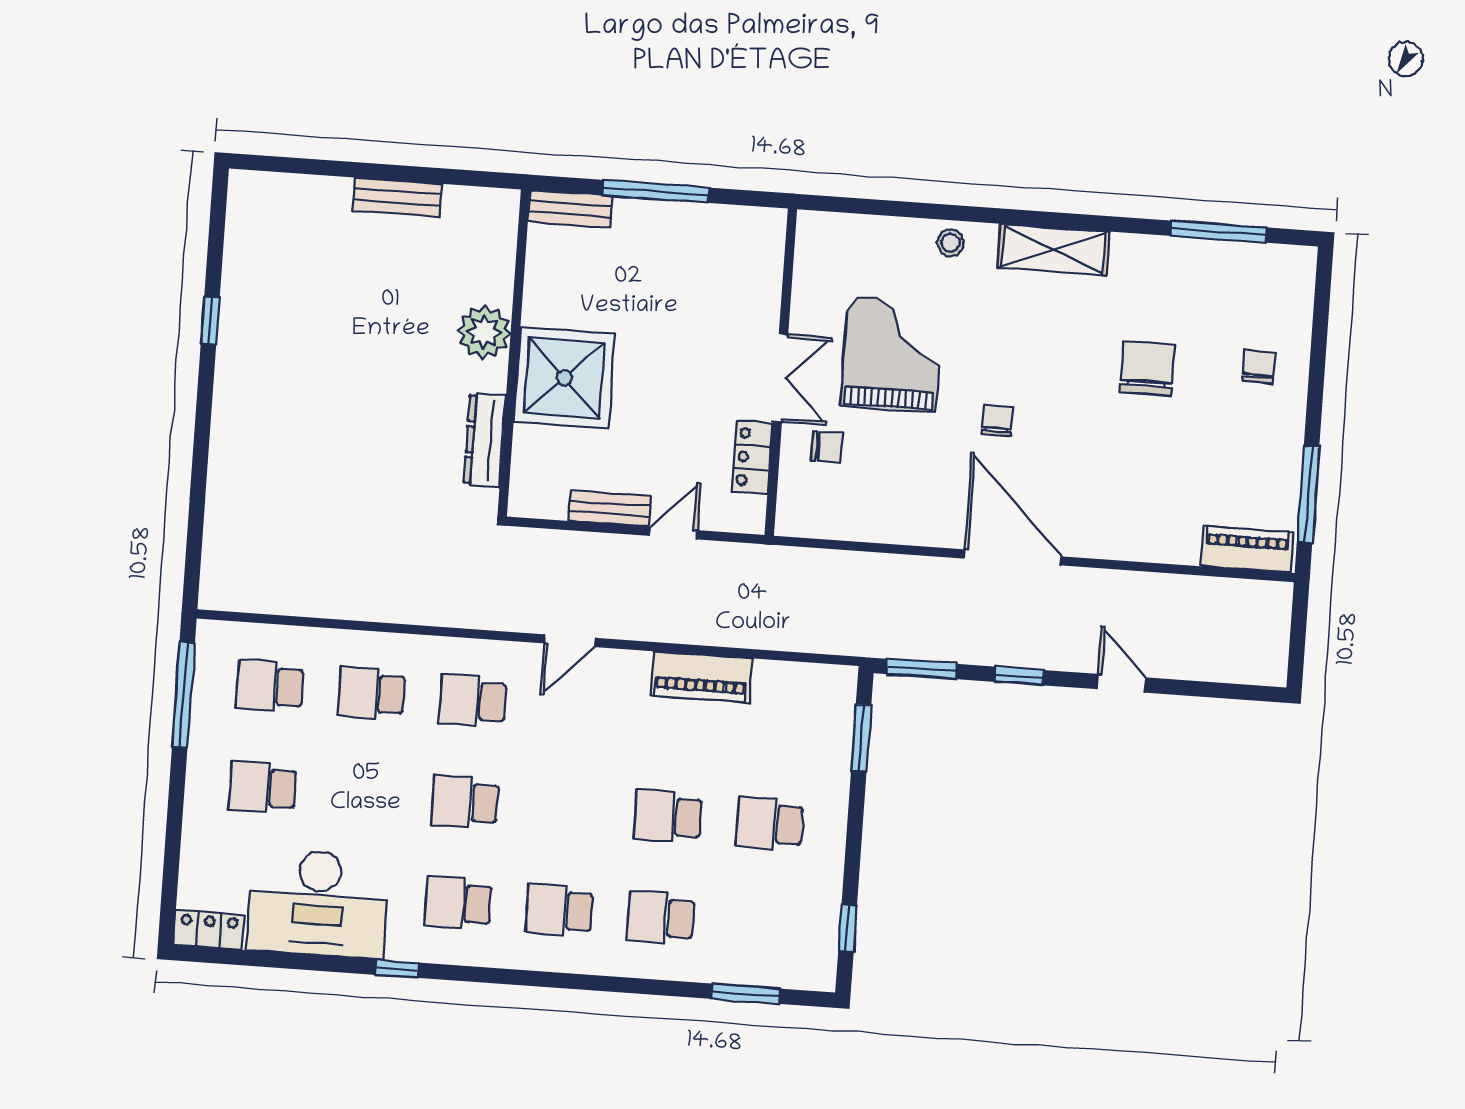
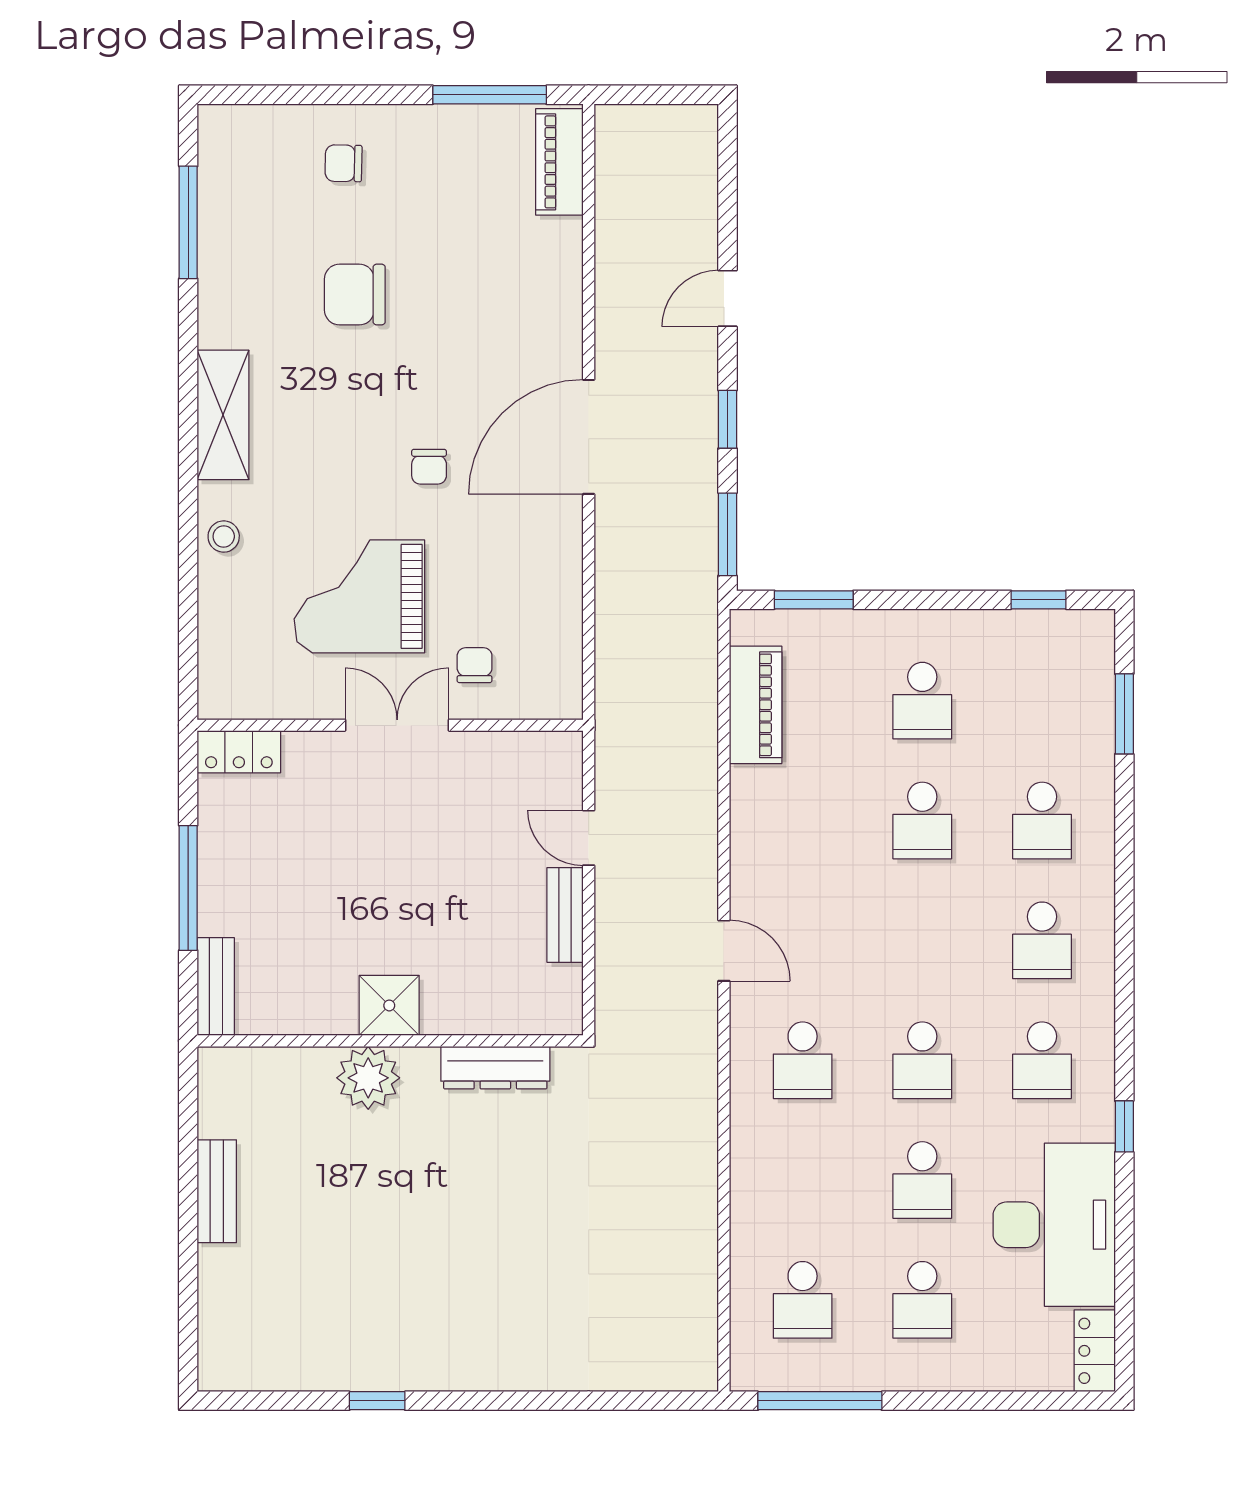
shower: (564, 378) -> (389, 1005), width x0.54, depth x0.54
chair: (997, 421) -> (429, 467), turned -90
locker: (752, 457) -> (239, 752), moved
piano: (701, 677) -> (756, 705), moved
school desk: (371, 693) -> (922, 1180), moved

